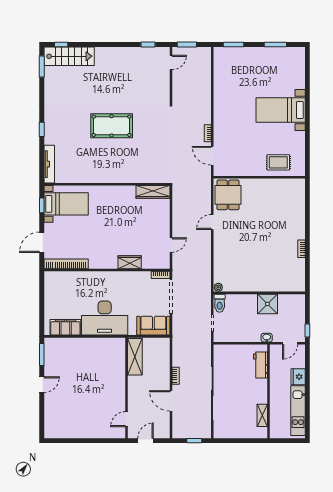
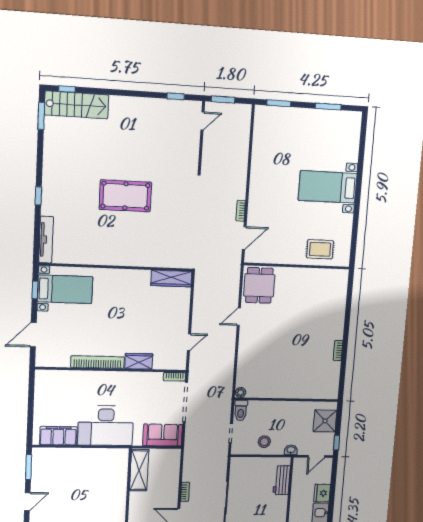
door: (212, 156) -> (244, 238), swing flipped
bookcase: (66, 264) -> (97, 362), moved
shower: (267, 304) -> (325, 421), moved
stool: (242, 331) -> (264, 442), added

